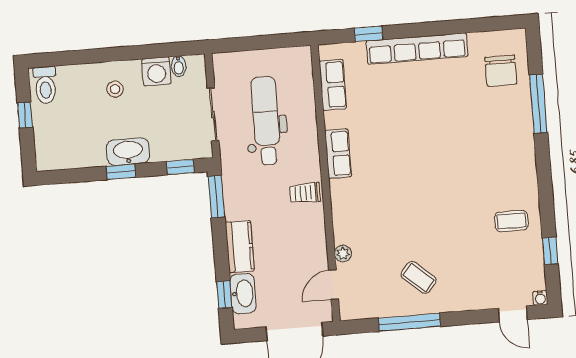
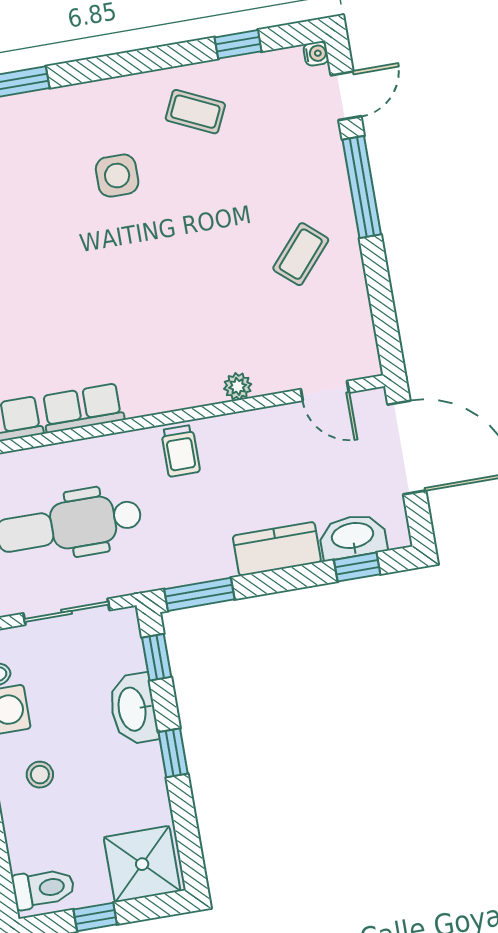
shower: (55, 147) -> (142, 864), added
washbasin: (128, 152) -> (133, 709), moved
row of seats: (338, 154) -> (83, 408), moved
side table: (477, 170) -> (117, 176), added
coffee table: (511, 221) -> (195, 112), turned -65
plant: (343, 254) -> (238, 386), moved
window: (409, 322) -> (362, 187), moved

